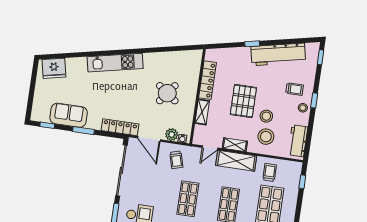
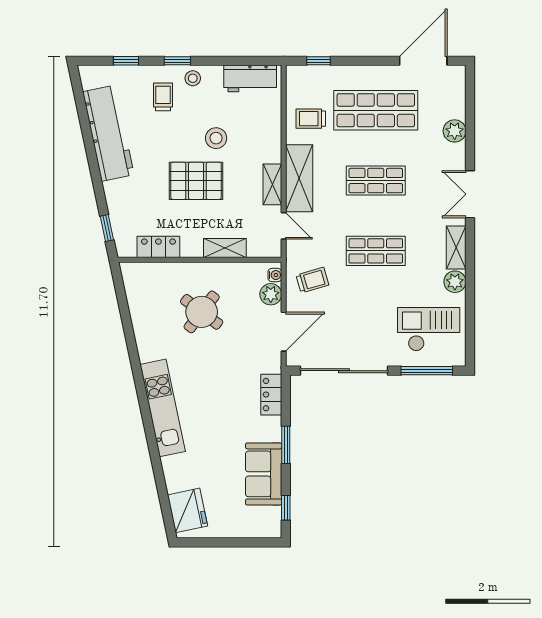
window: (252, 44) -> (107, 228), moved
window: (320, 57) -> (126, 61), moved
locker: (207, 80) -> (158, 247), width x0.66
locker: (120, 127) -> (271, 395), width x0.66
stool: (266, 137) -> (251, 134), removed

